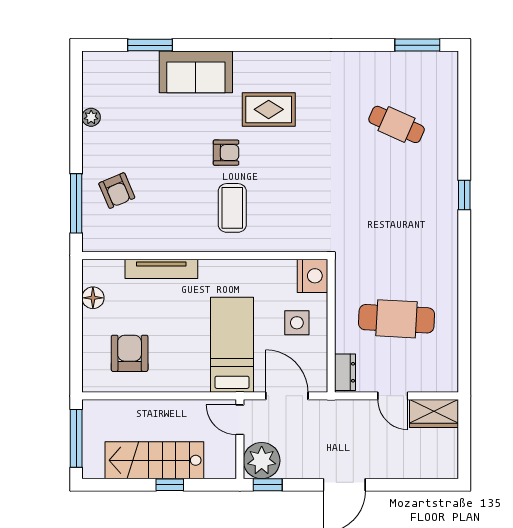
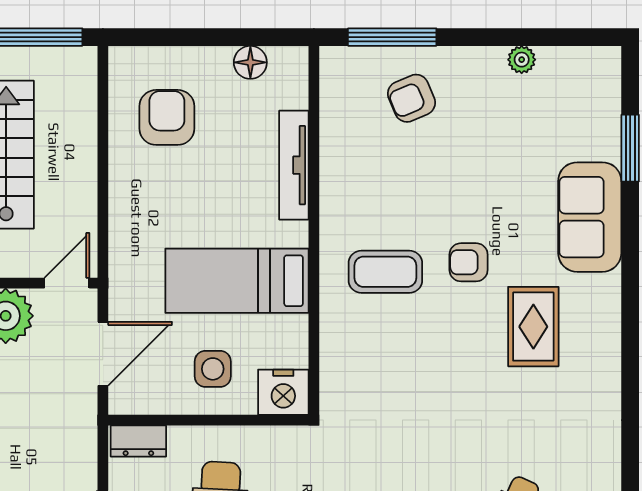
armchair: (226, 153) -> (469, 262), turned 90
bed: (232, 345) -> (237, 281), moved, turned 180
armchair: (130, 353) -> (167, 117), turned -90

